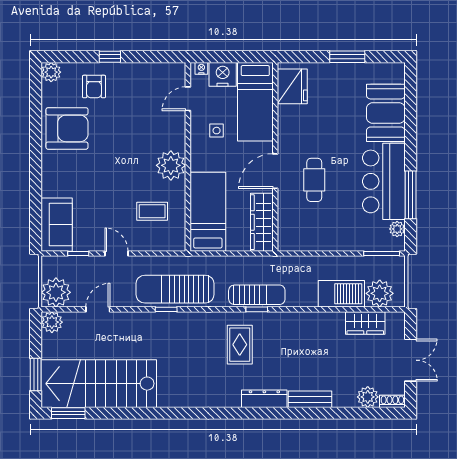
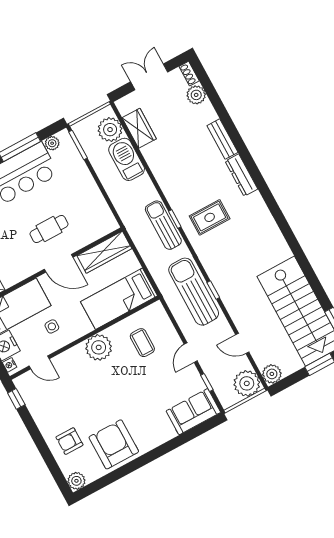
window: (110, 57) -> (16, 399), moved
armchair: (94, 87) -> (69, 441), turned 180
sun lounger: (175, 289) -> (194, 292), turned 180

